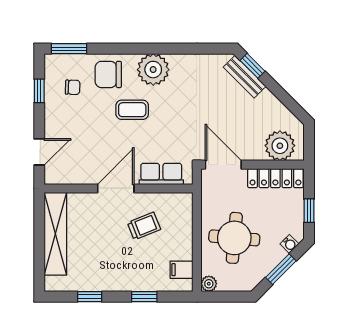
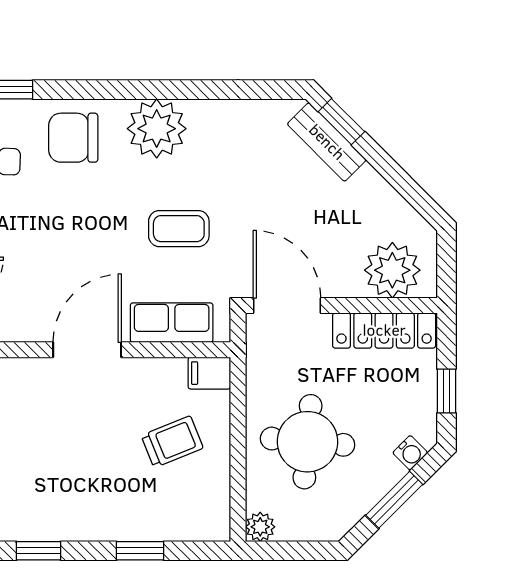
coffee table: (132, 110) -> (179, 229), moved
trolley: (144, 226) -> (172, 442), moved
filing cabinet: (182, 270) -> (209, 373), moved

